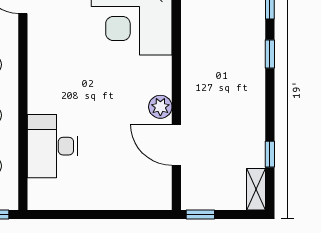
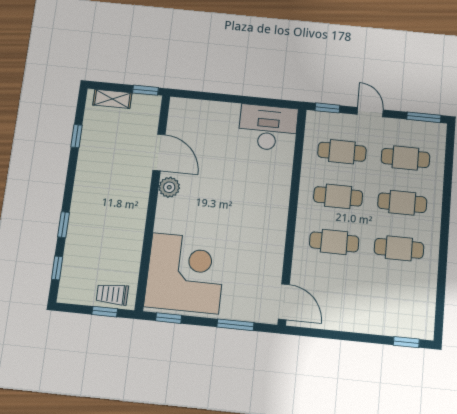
desk: (52, 146) -> (268, 128), moved, turned -90
shelving: (256, 189) -> (112, 99), moved, turned 90

